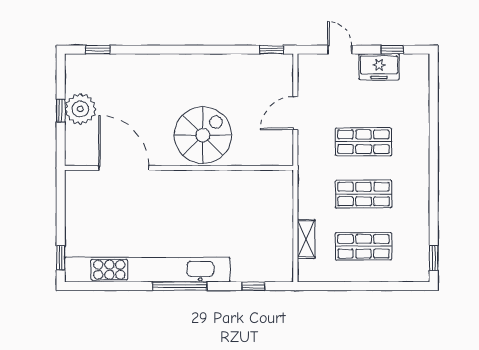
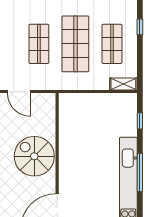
shop shelf: (364, 194) -> (75, 44), width x1.43, depth x1.36
shelving: (306, 239) -> (123, 84), moved
window: (388, 286) -> (140, 27), added

